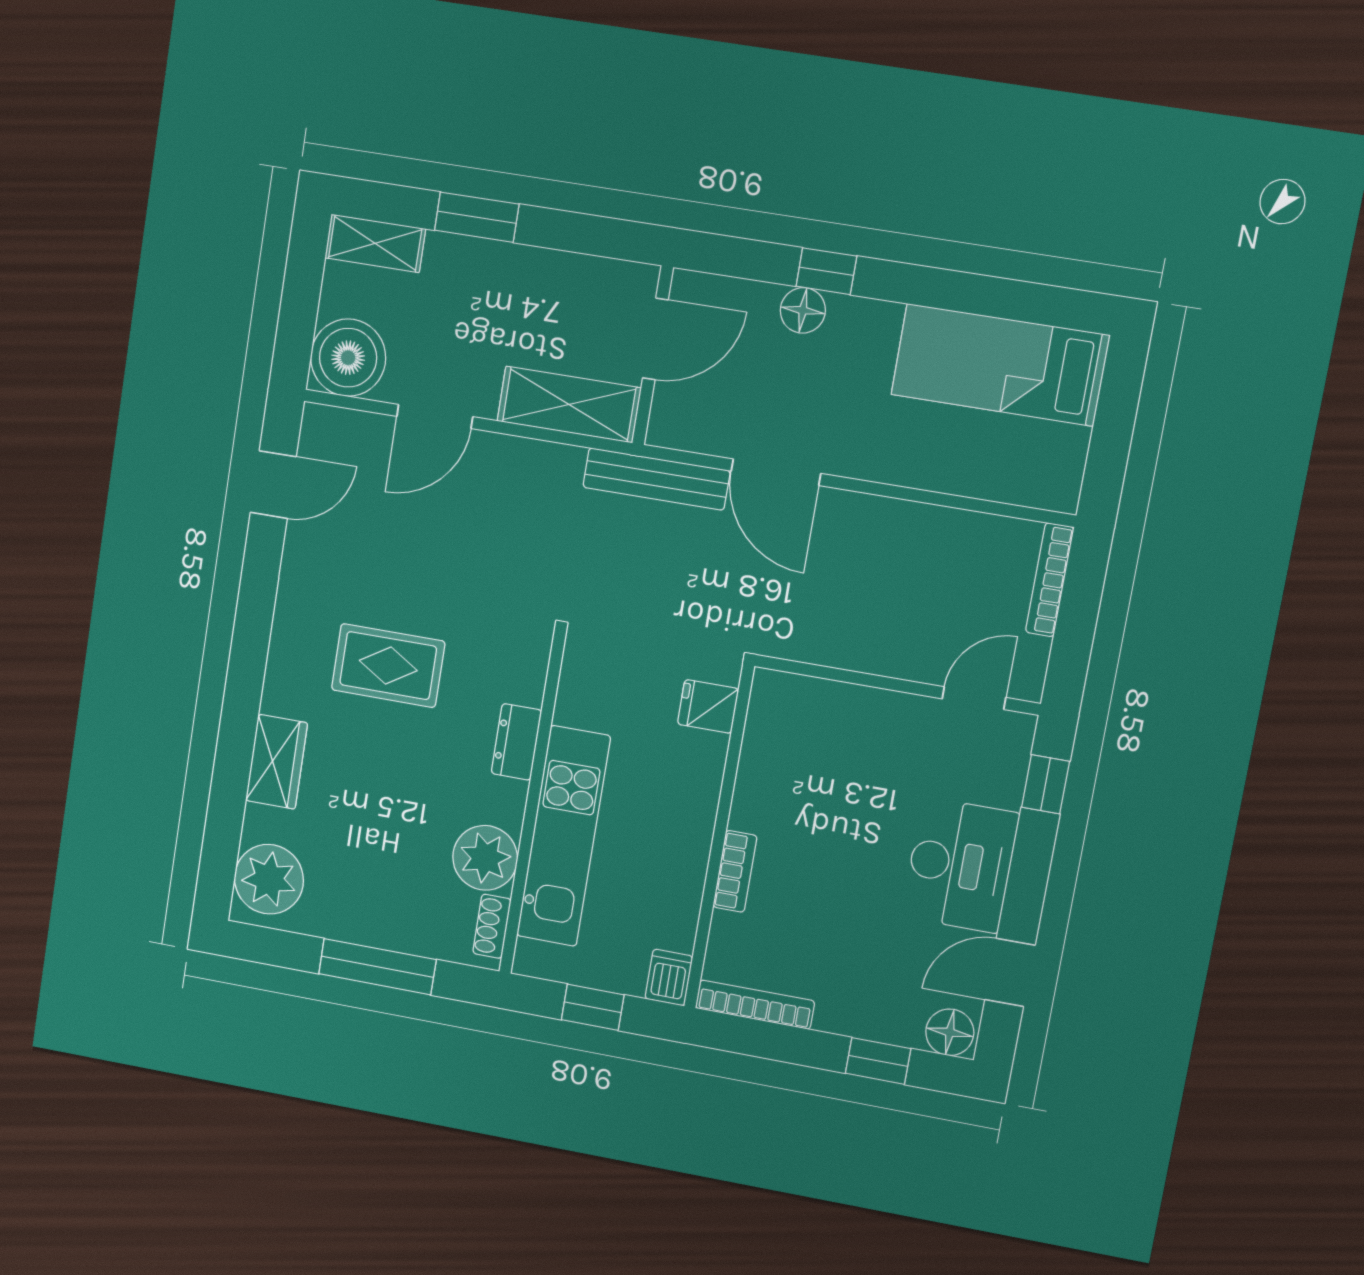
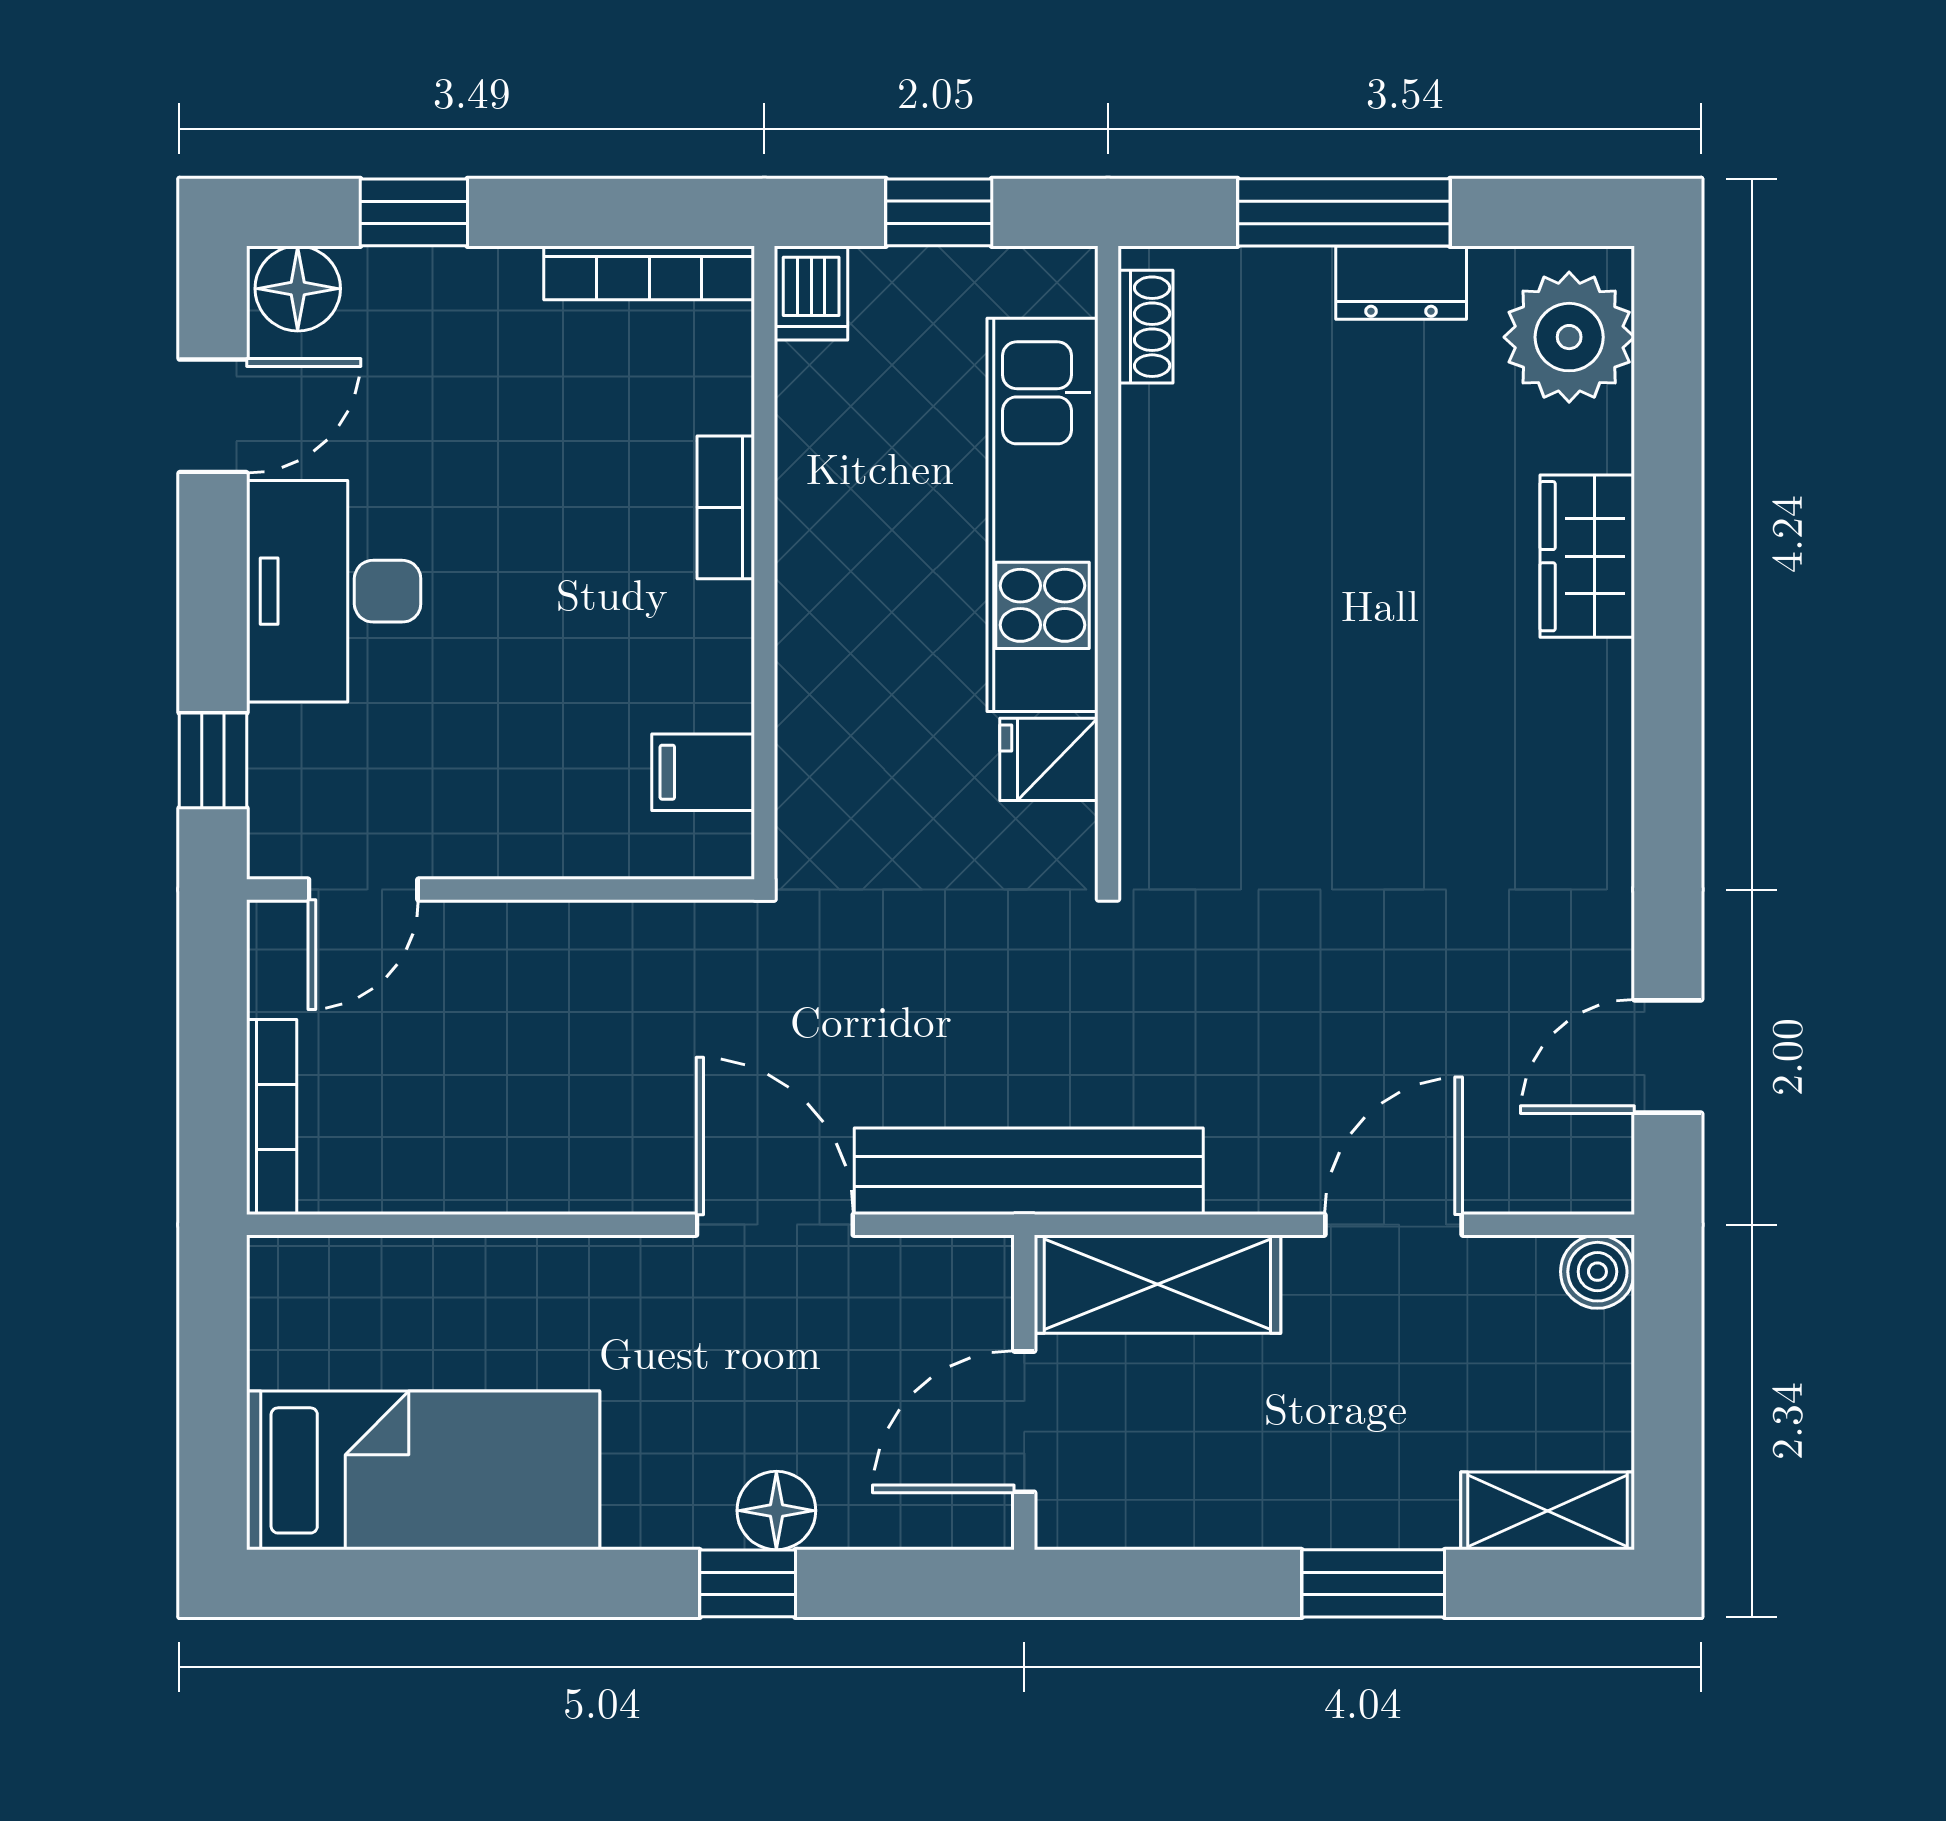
boiler: (348, 358) -> (1597, 1272), width x0.54, depth x0.54
bench: (656, 479) -> (1029, 1171), width x1.37, depth x1.21
rug: (388, 666) -> (1409, 767), removed
fridge: (708, 706) -> (1049, 759), moved, turned 180
filing cabinet: (772, 730) -> (703, 772), added
dresser: (516, 742) -> (1401, 283), moved, turned 90
plant: (485, 858) -> (1178, 450), removed

